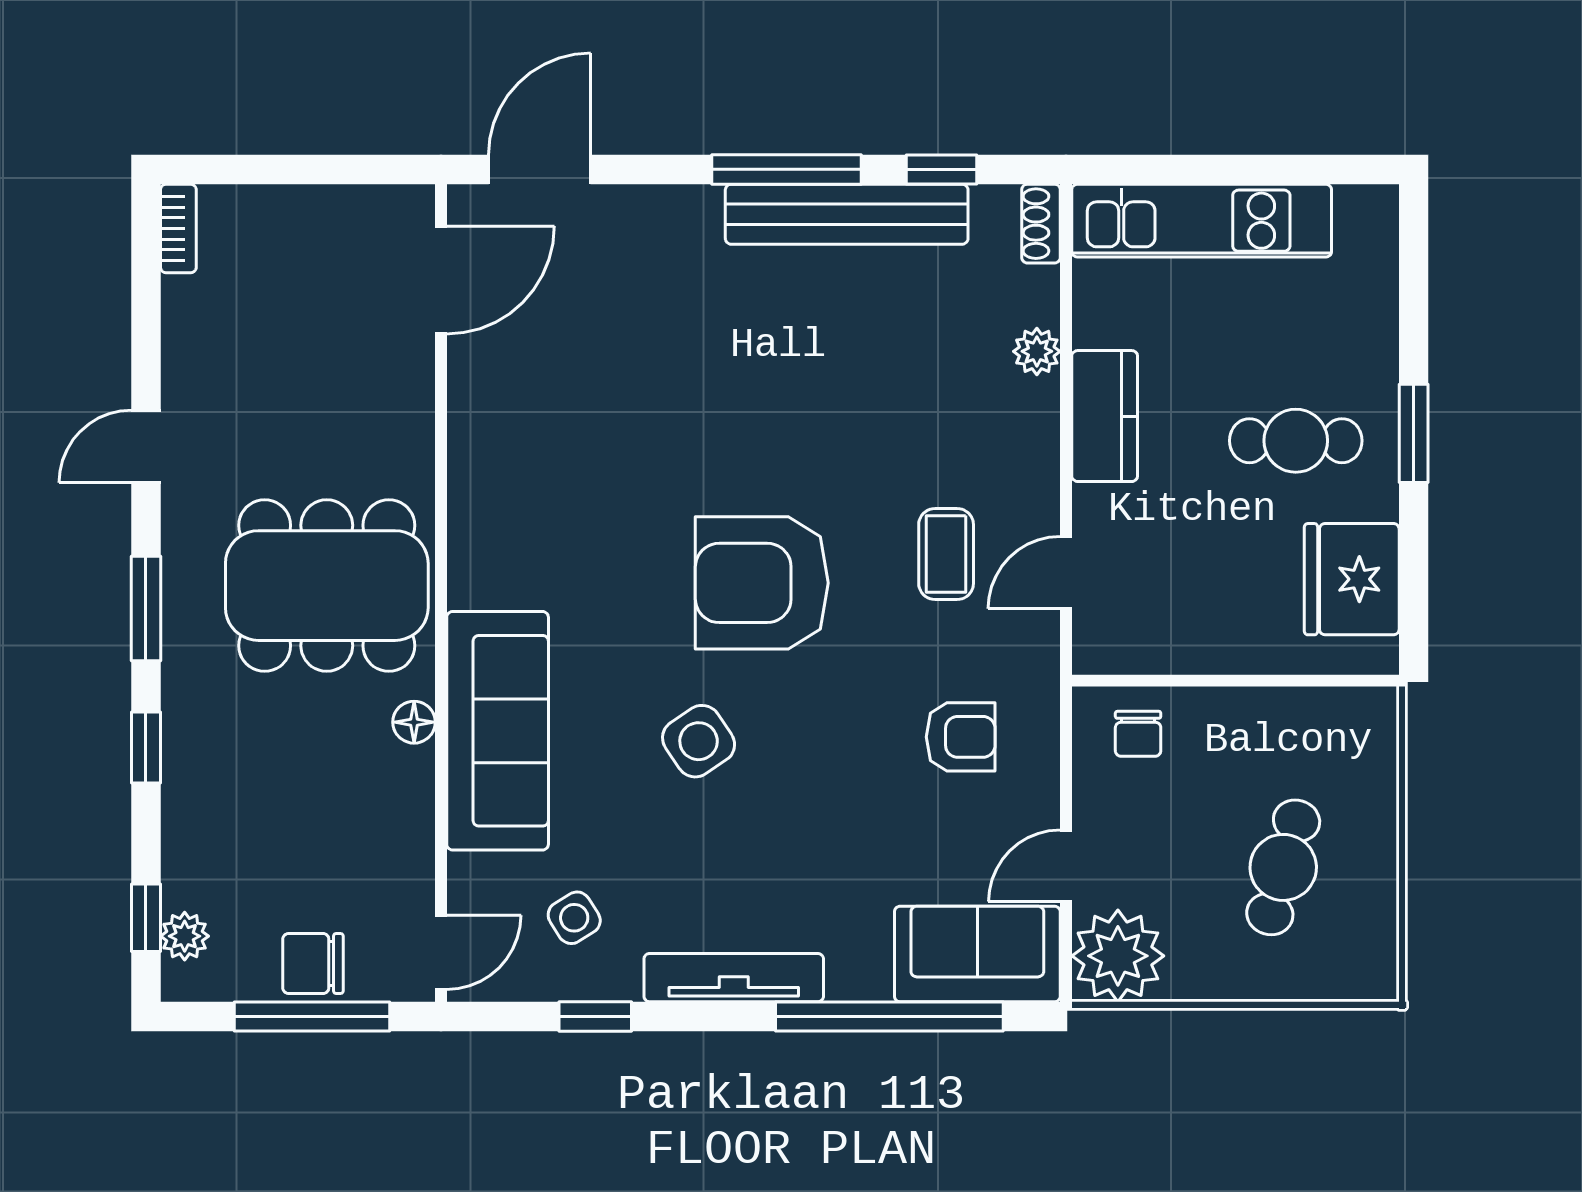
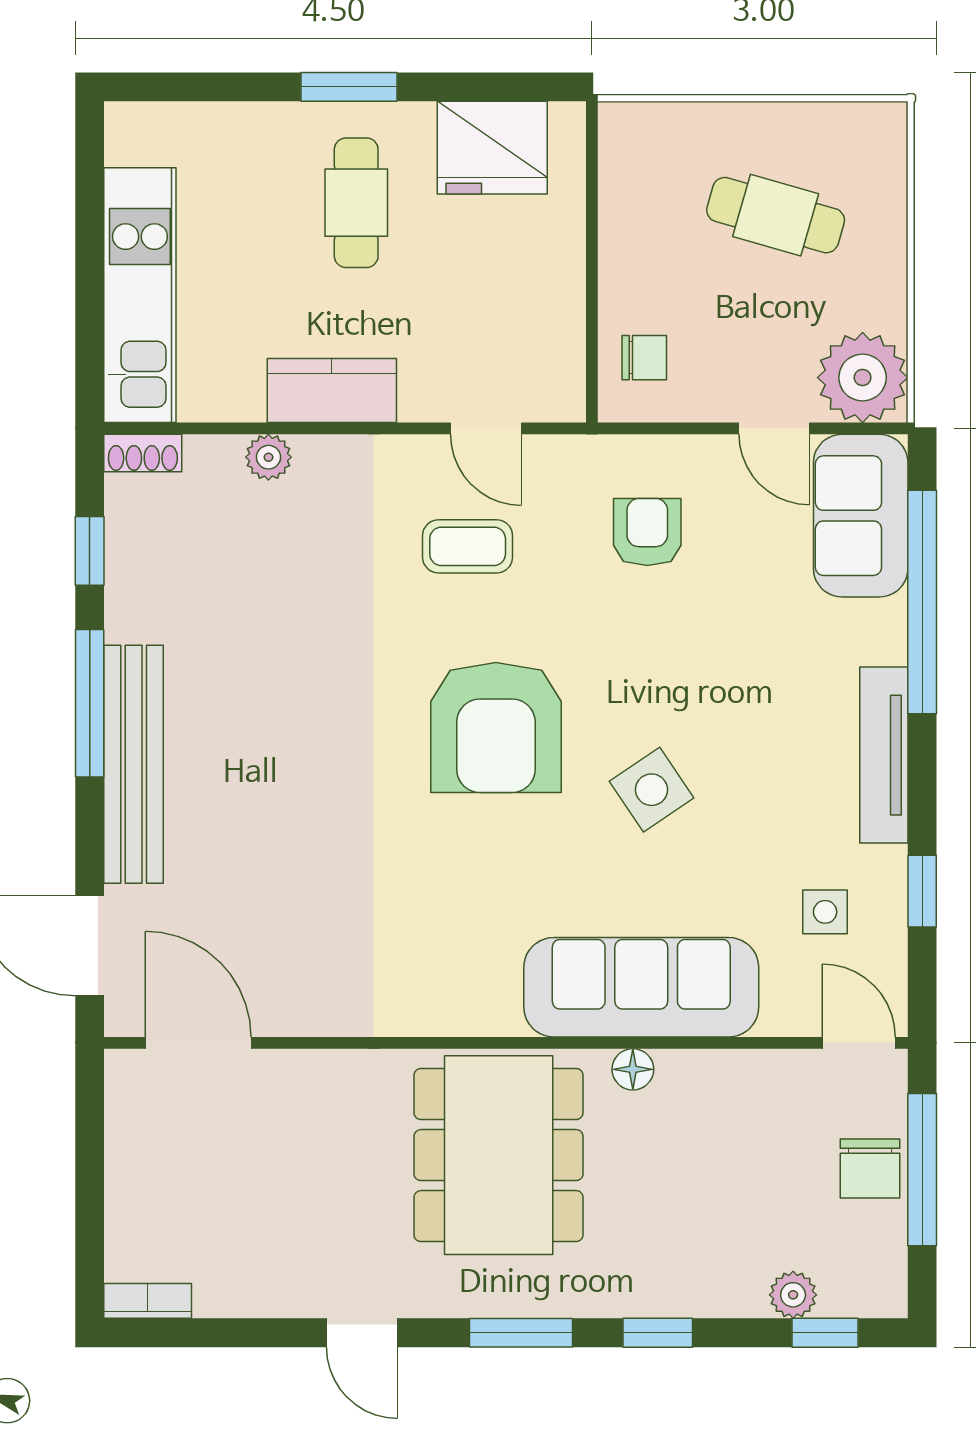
bench: (847, 214) -> (134, 764), moved
side table: (574, 918) -> (825, 912), turned 32
plant: (185, 936) -> (793, 1295), moved

